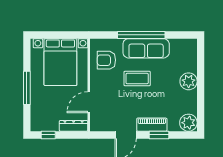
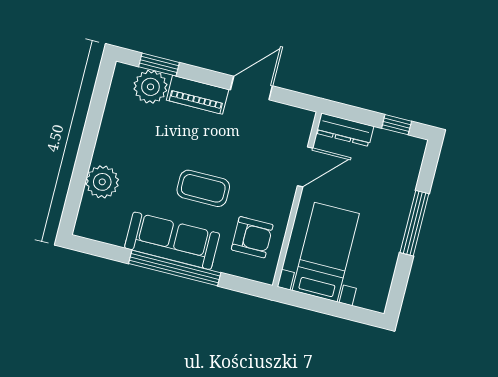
bed with nightstands: (60, 62) -> (326, 252), width x0.73
plant: (189, 81) -> (102, 182), moved
plant: (188, 123) -> (150, 87), moved
window: (159, 135) -> (159, 65), moved

